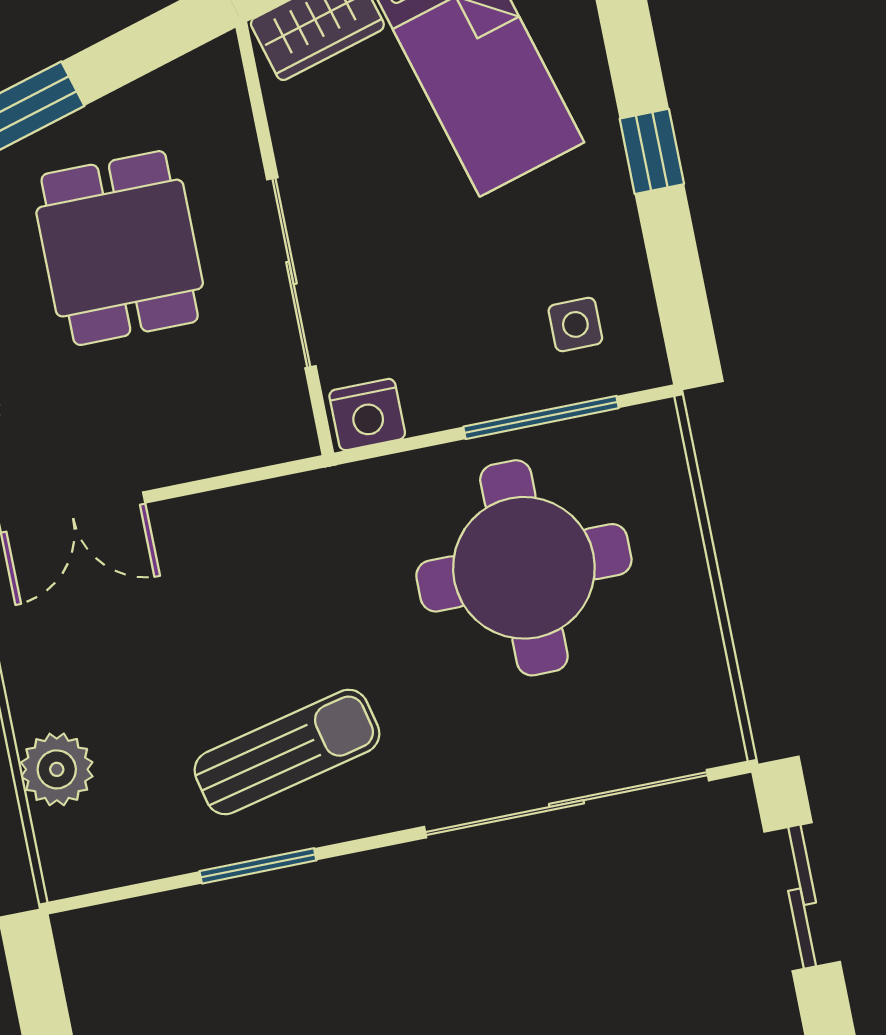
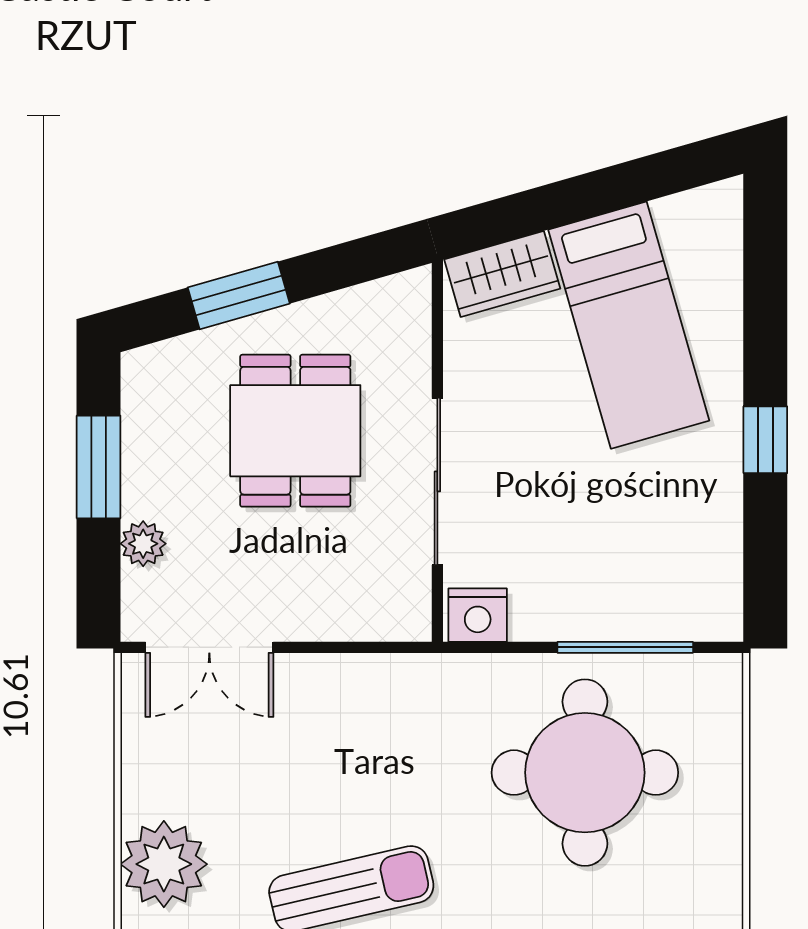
side table: (575, 324) -> (671, 574), removed
plant: (57, 769) -> (164, 864), width x1.36, depth x1.36

